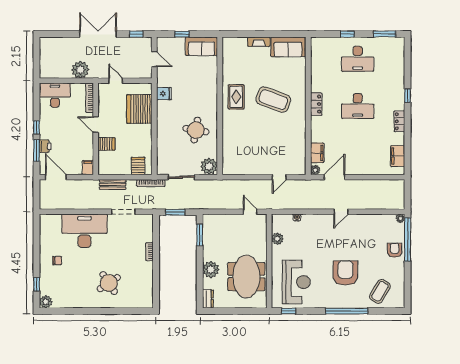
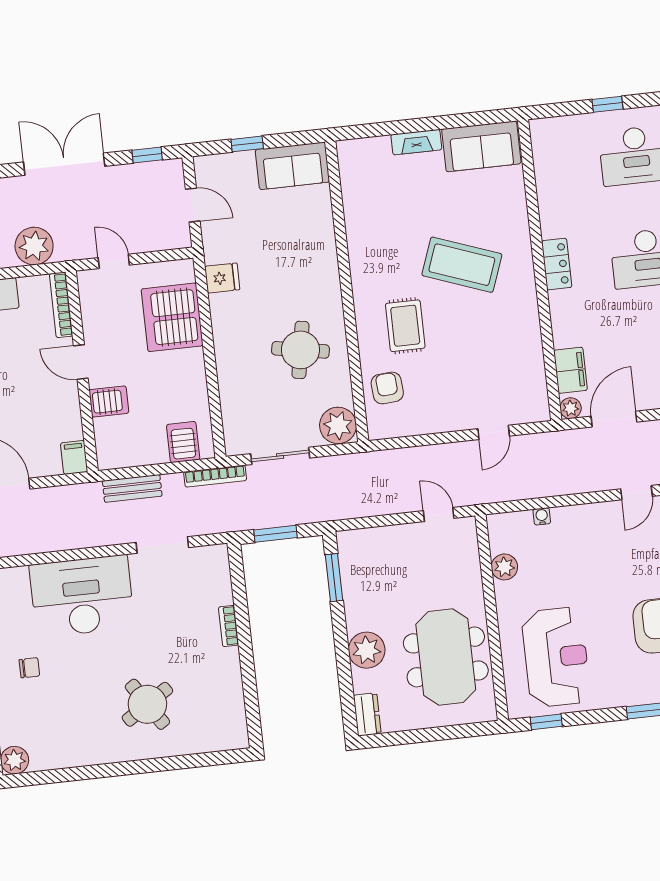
rug: (236, 97) -> (405, 326), moved
armchair: (233, 152) -> (387, 388), added

